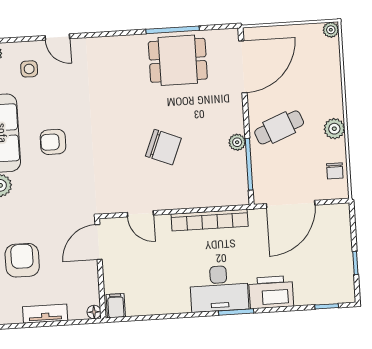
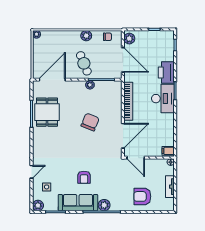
door: (243, 67) -> (52, 80), hinge flipped
door: (140, 214) -> (123, 136), width x1.88
plant: (334, 214) -> (129, 39), added

